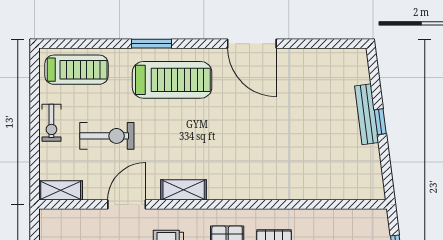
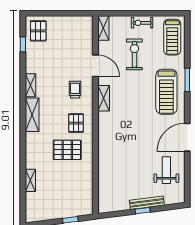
weight bench: (309, 80) -> (166, 170), added
exercise bike: (107, 136) -> (134, 54), turned 180

